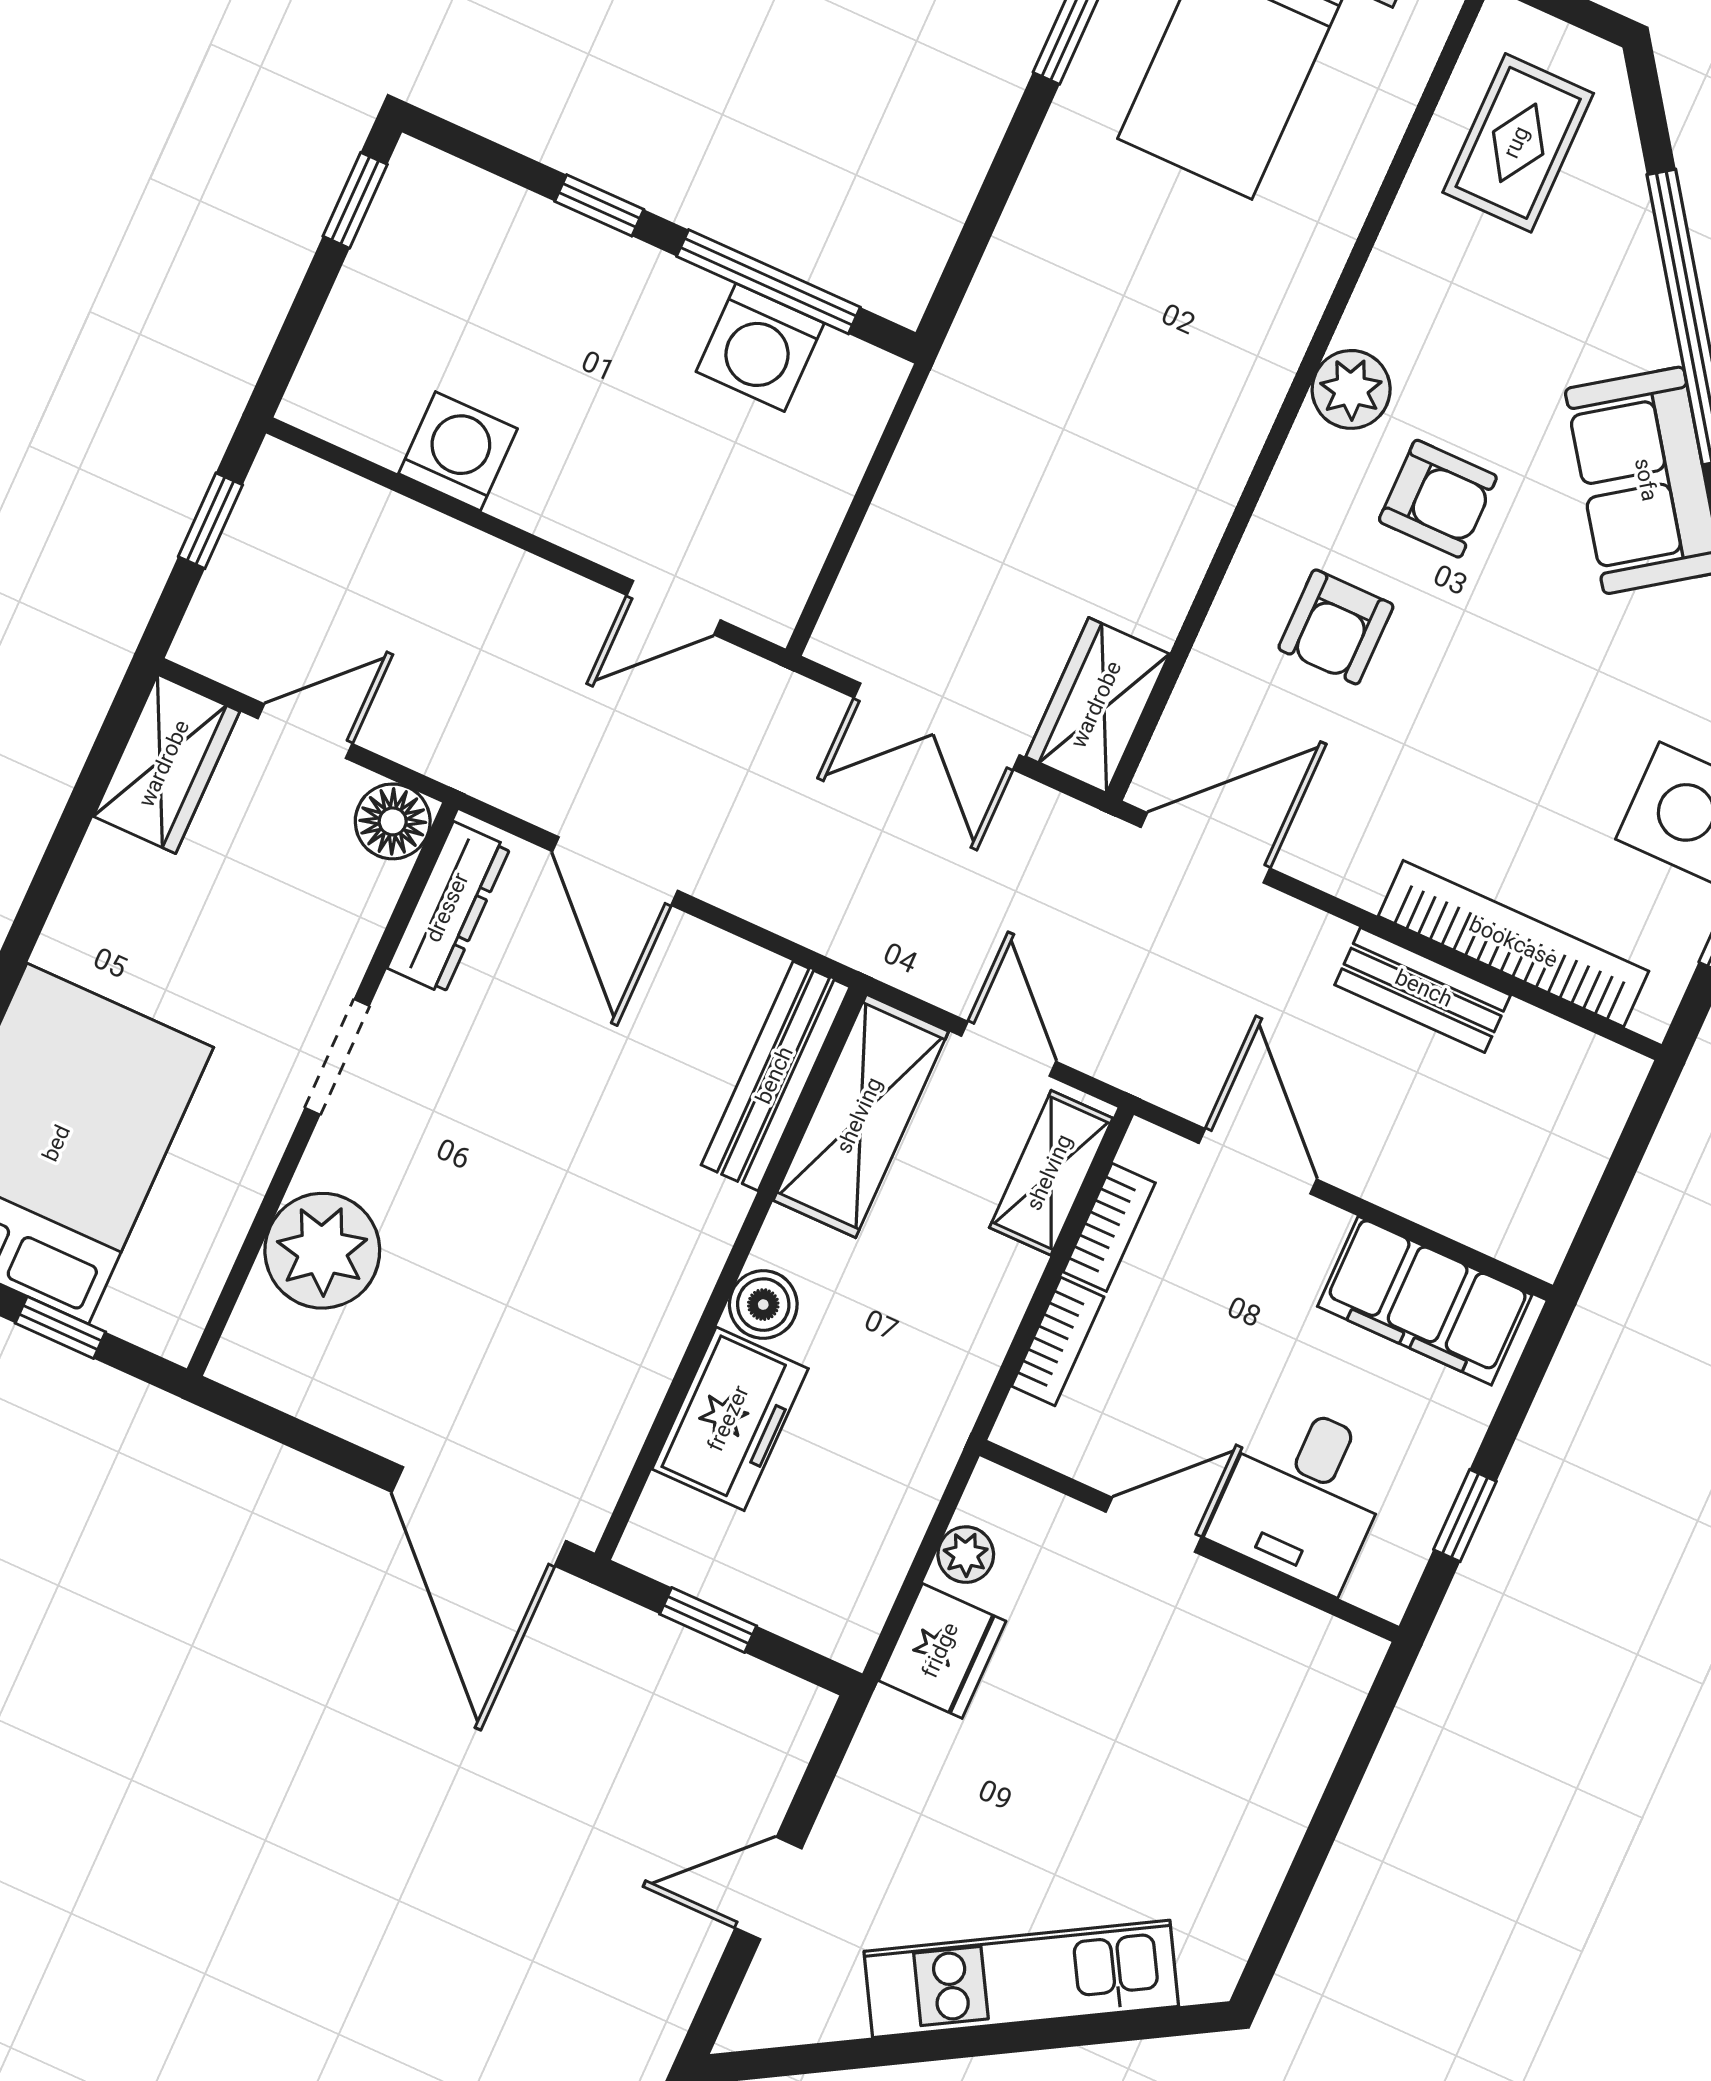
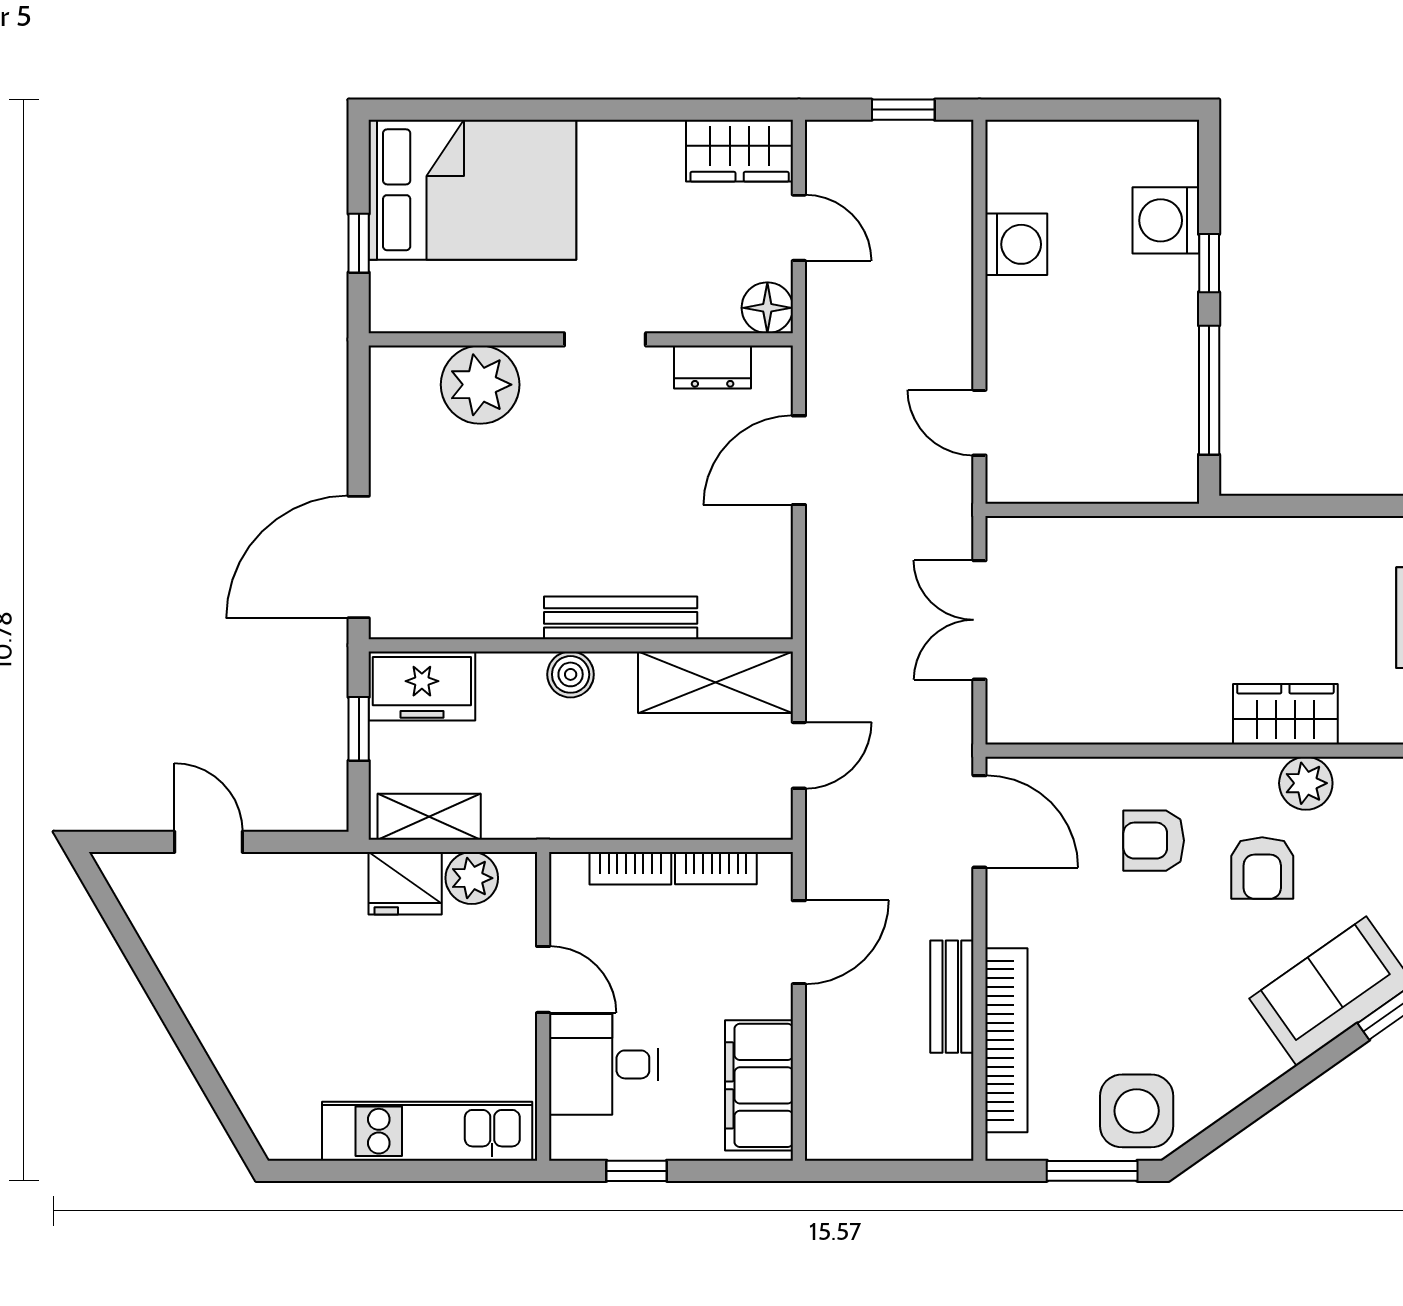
window: (355, 200) -> (1144, 110), removed
washing machine: (760, 347) -> (1166, 220), moved
wardrobe: (1098, 705) -> (1285, 714), moved
dresser: (449, 908) -> (713, 367), width x0.70
bench: (776, 1076) -> (621, 618), moved
shelving: (1051, 1173) -> (429, 817), moved
freezer: (730, 1419) -> (422, 686), moved
plant: (966, 1555) -> (472, 878), width x1.38, depth x1.38
kitchen unit: (1021, 1979) -> (427, 1131), moved, turned -60

